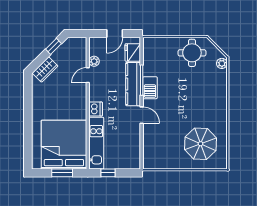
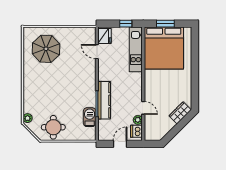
window: (53, 46) -> (173, 133), removed
fridge: (133, 52) -> (104, 36), moved
door: (88, 75) -> (143, 108), hinge flipped
barbecue: (150, 88) -> (90, 117), moved
dishwasher: (96, 109) -> (136, 131), moved
door: (142, 115) -> (97, 52), moved

